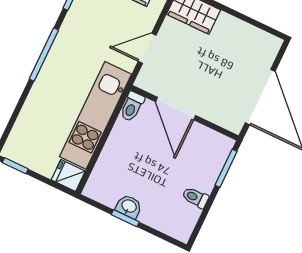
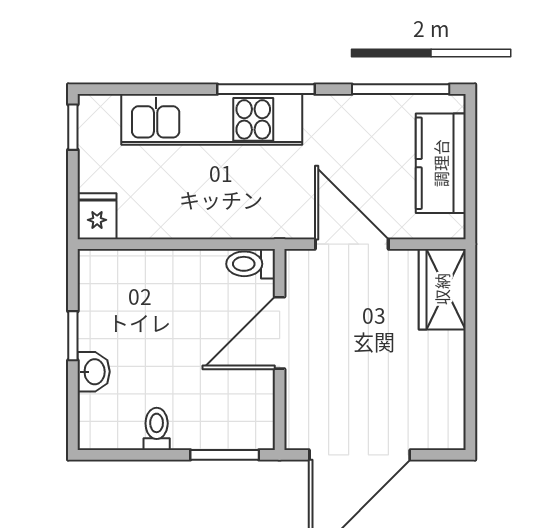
door: (147, 48) -> (352, 244), width x1.38
kitchen unit: (96, 115) -> (212, 119), moved, turned 180
washbasin: (129, 207) -> (94, 372), moved

